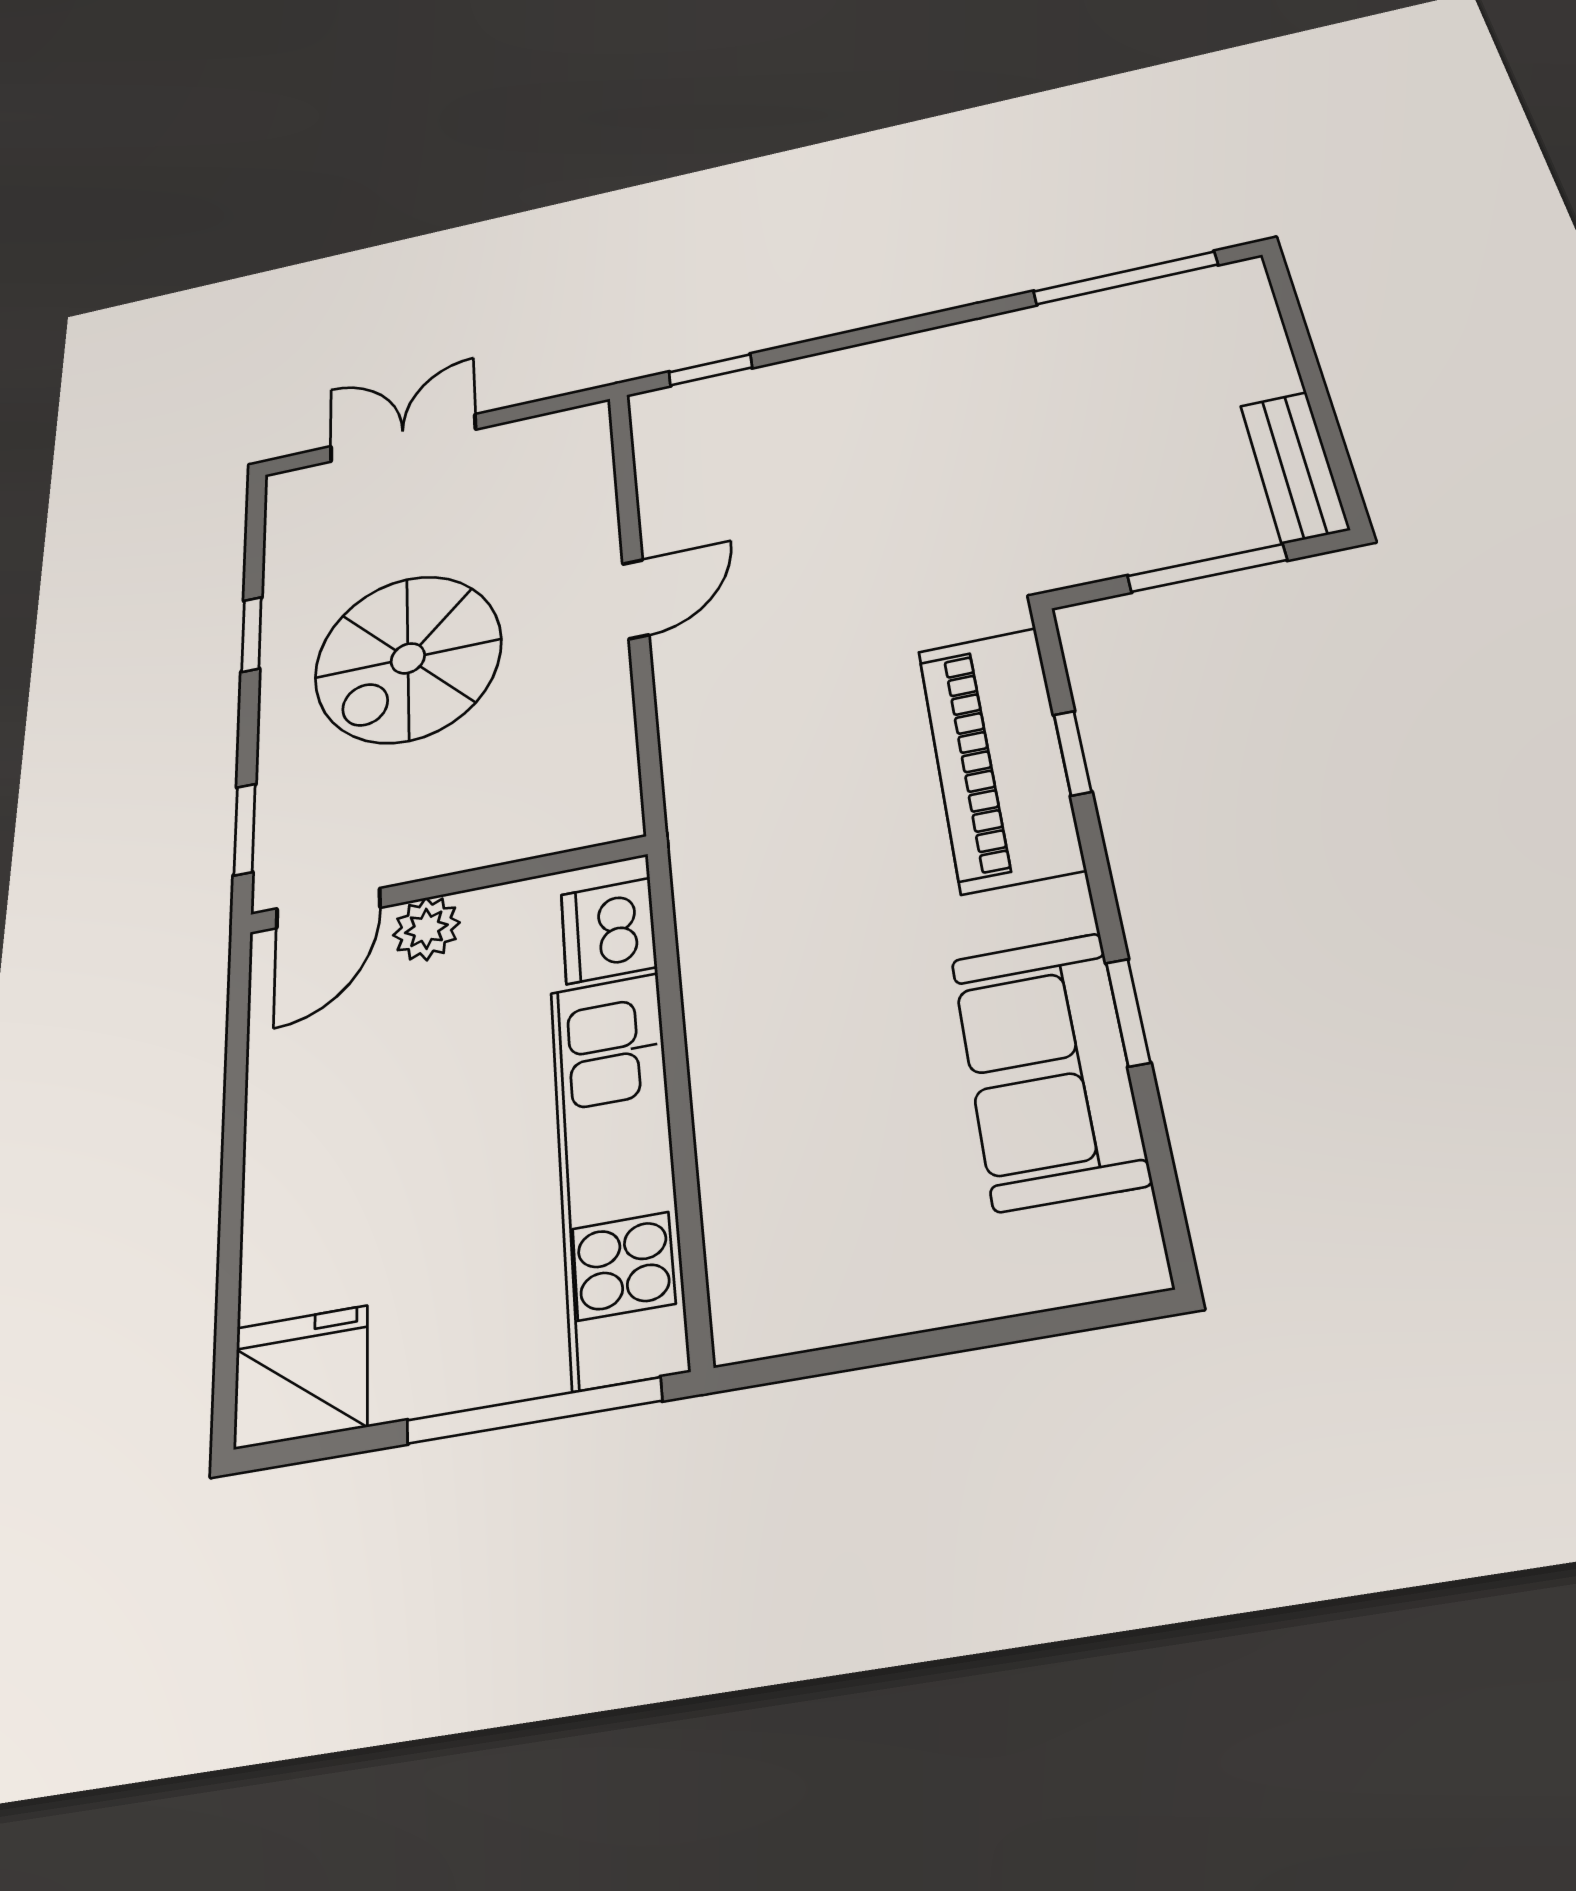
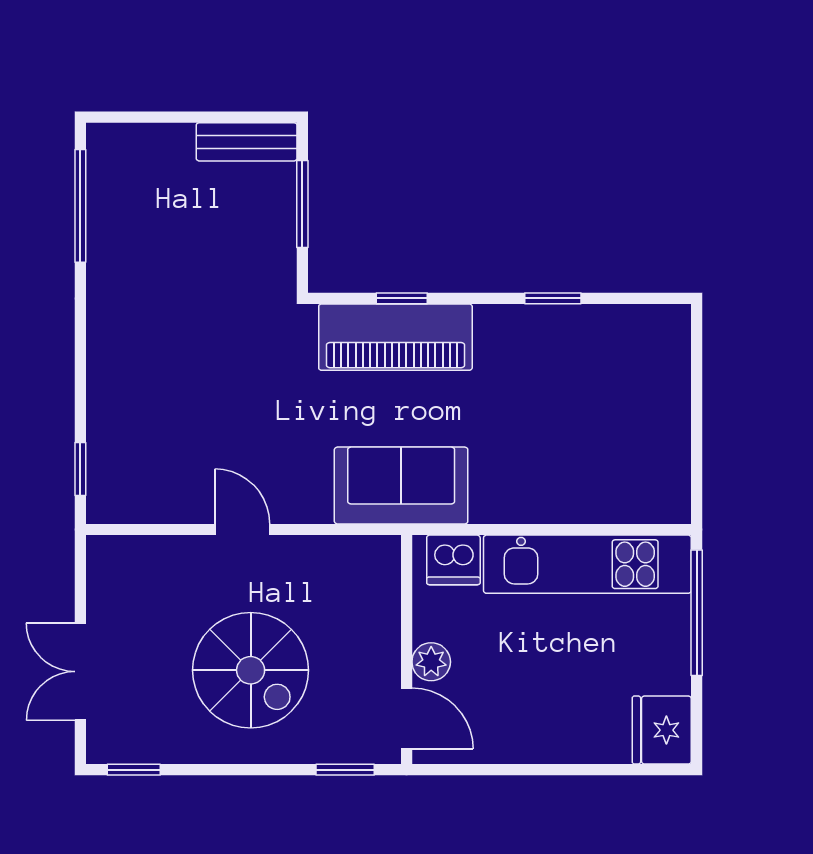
window: (252, 634) -> (134, 770), moved
sofa: (1049, 1069) -> (401, 486), moved, turned 180

